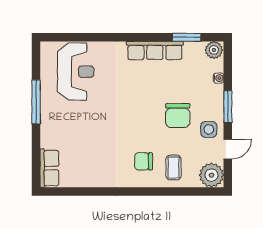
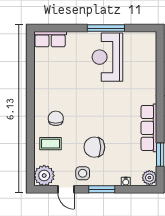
reception desk: (76, 72) -> (107, 57), moved, turned 90

